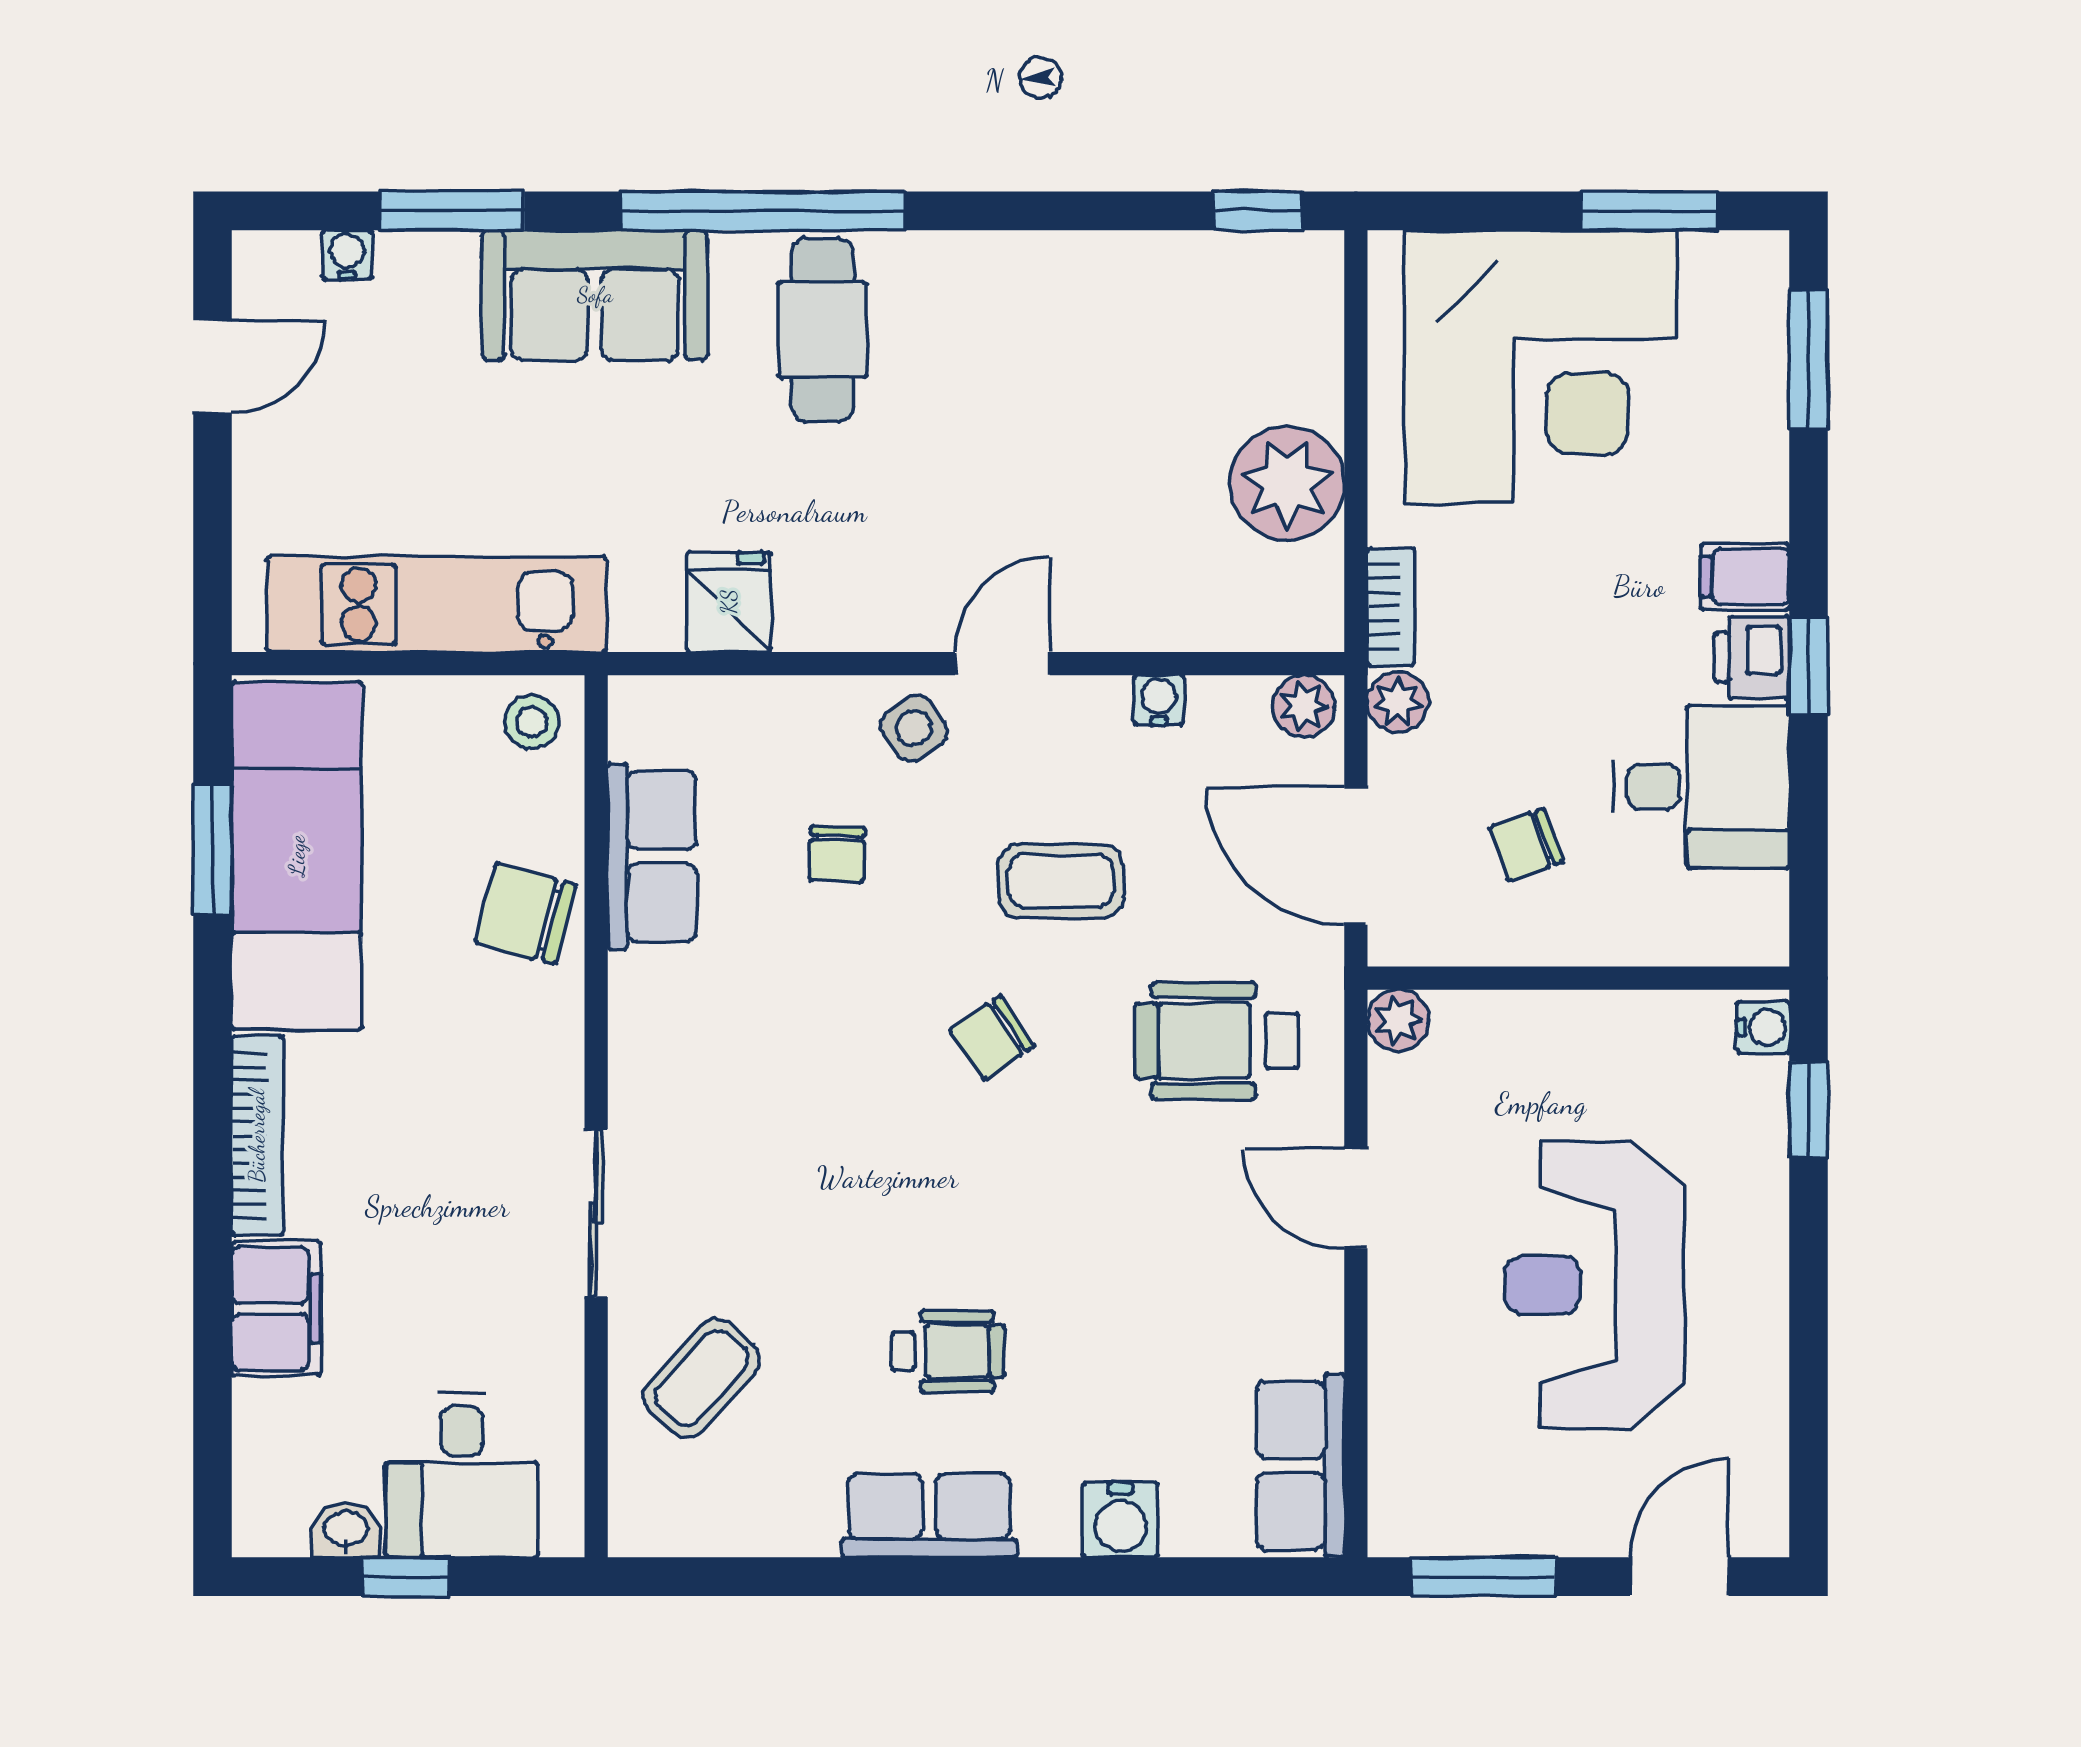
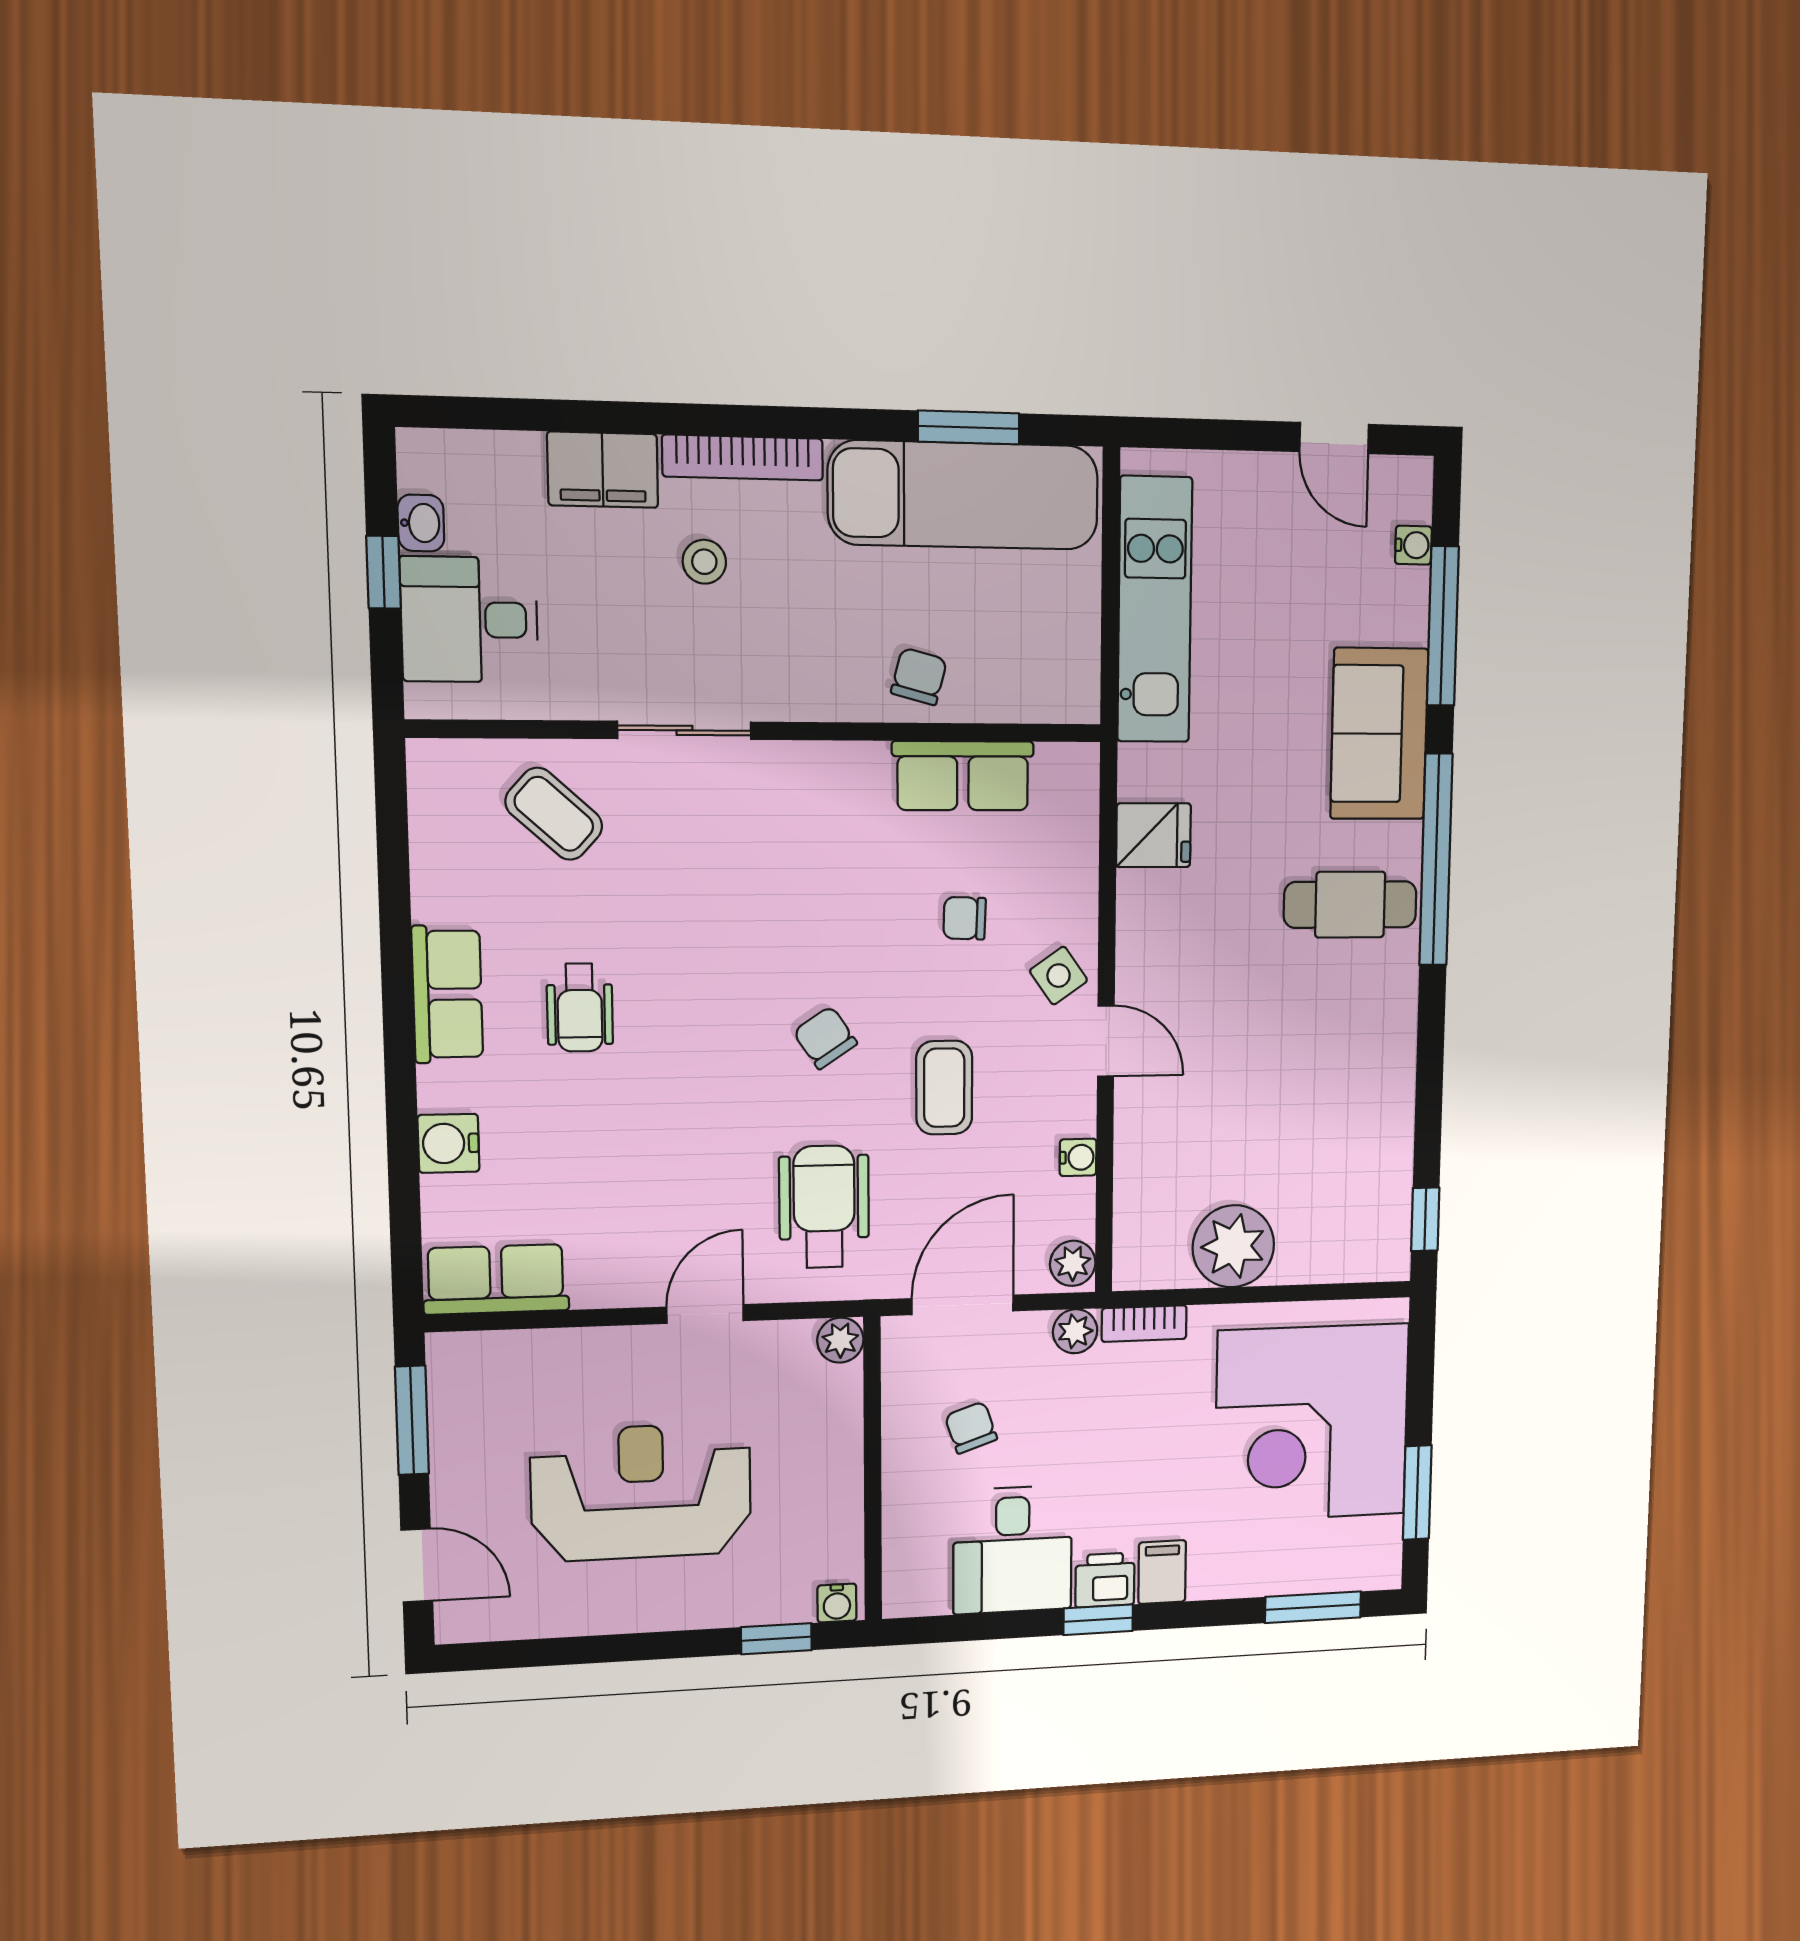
window: (452, 211) -> (1443, 626), width x1.44
stool: (532, 722) -> (704, 562), moved
chair: (526, 914) -> (919, 676), width x0.73, depth x0.73

